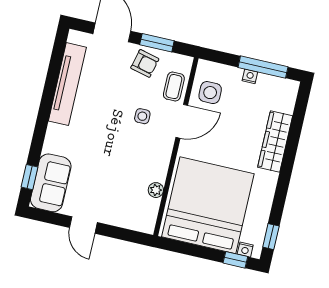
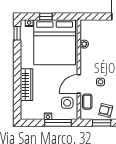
window: (263, 67) -> (58, 123), moved
window: (235, 260) -> (46, 16), moved

